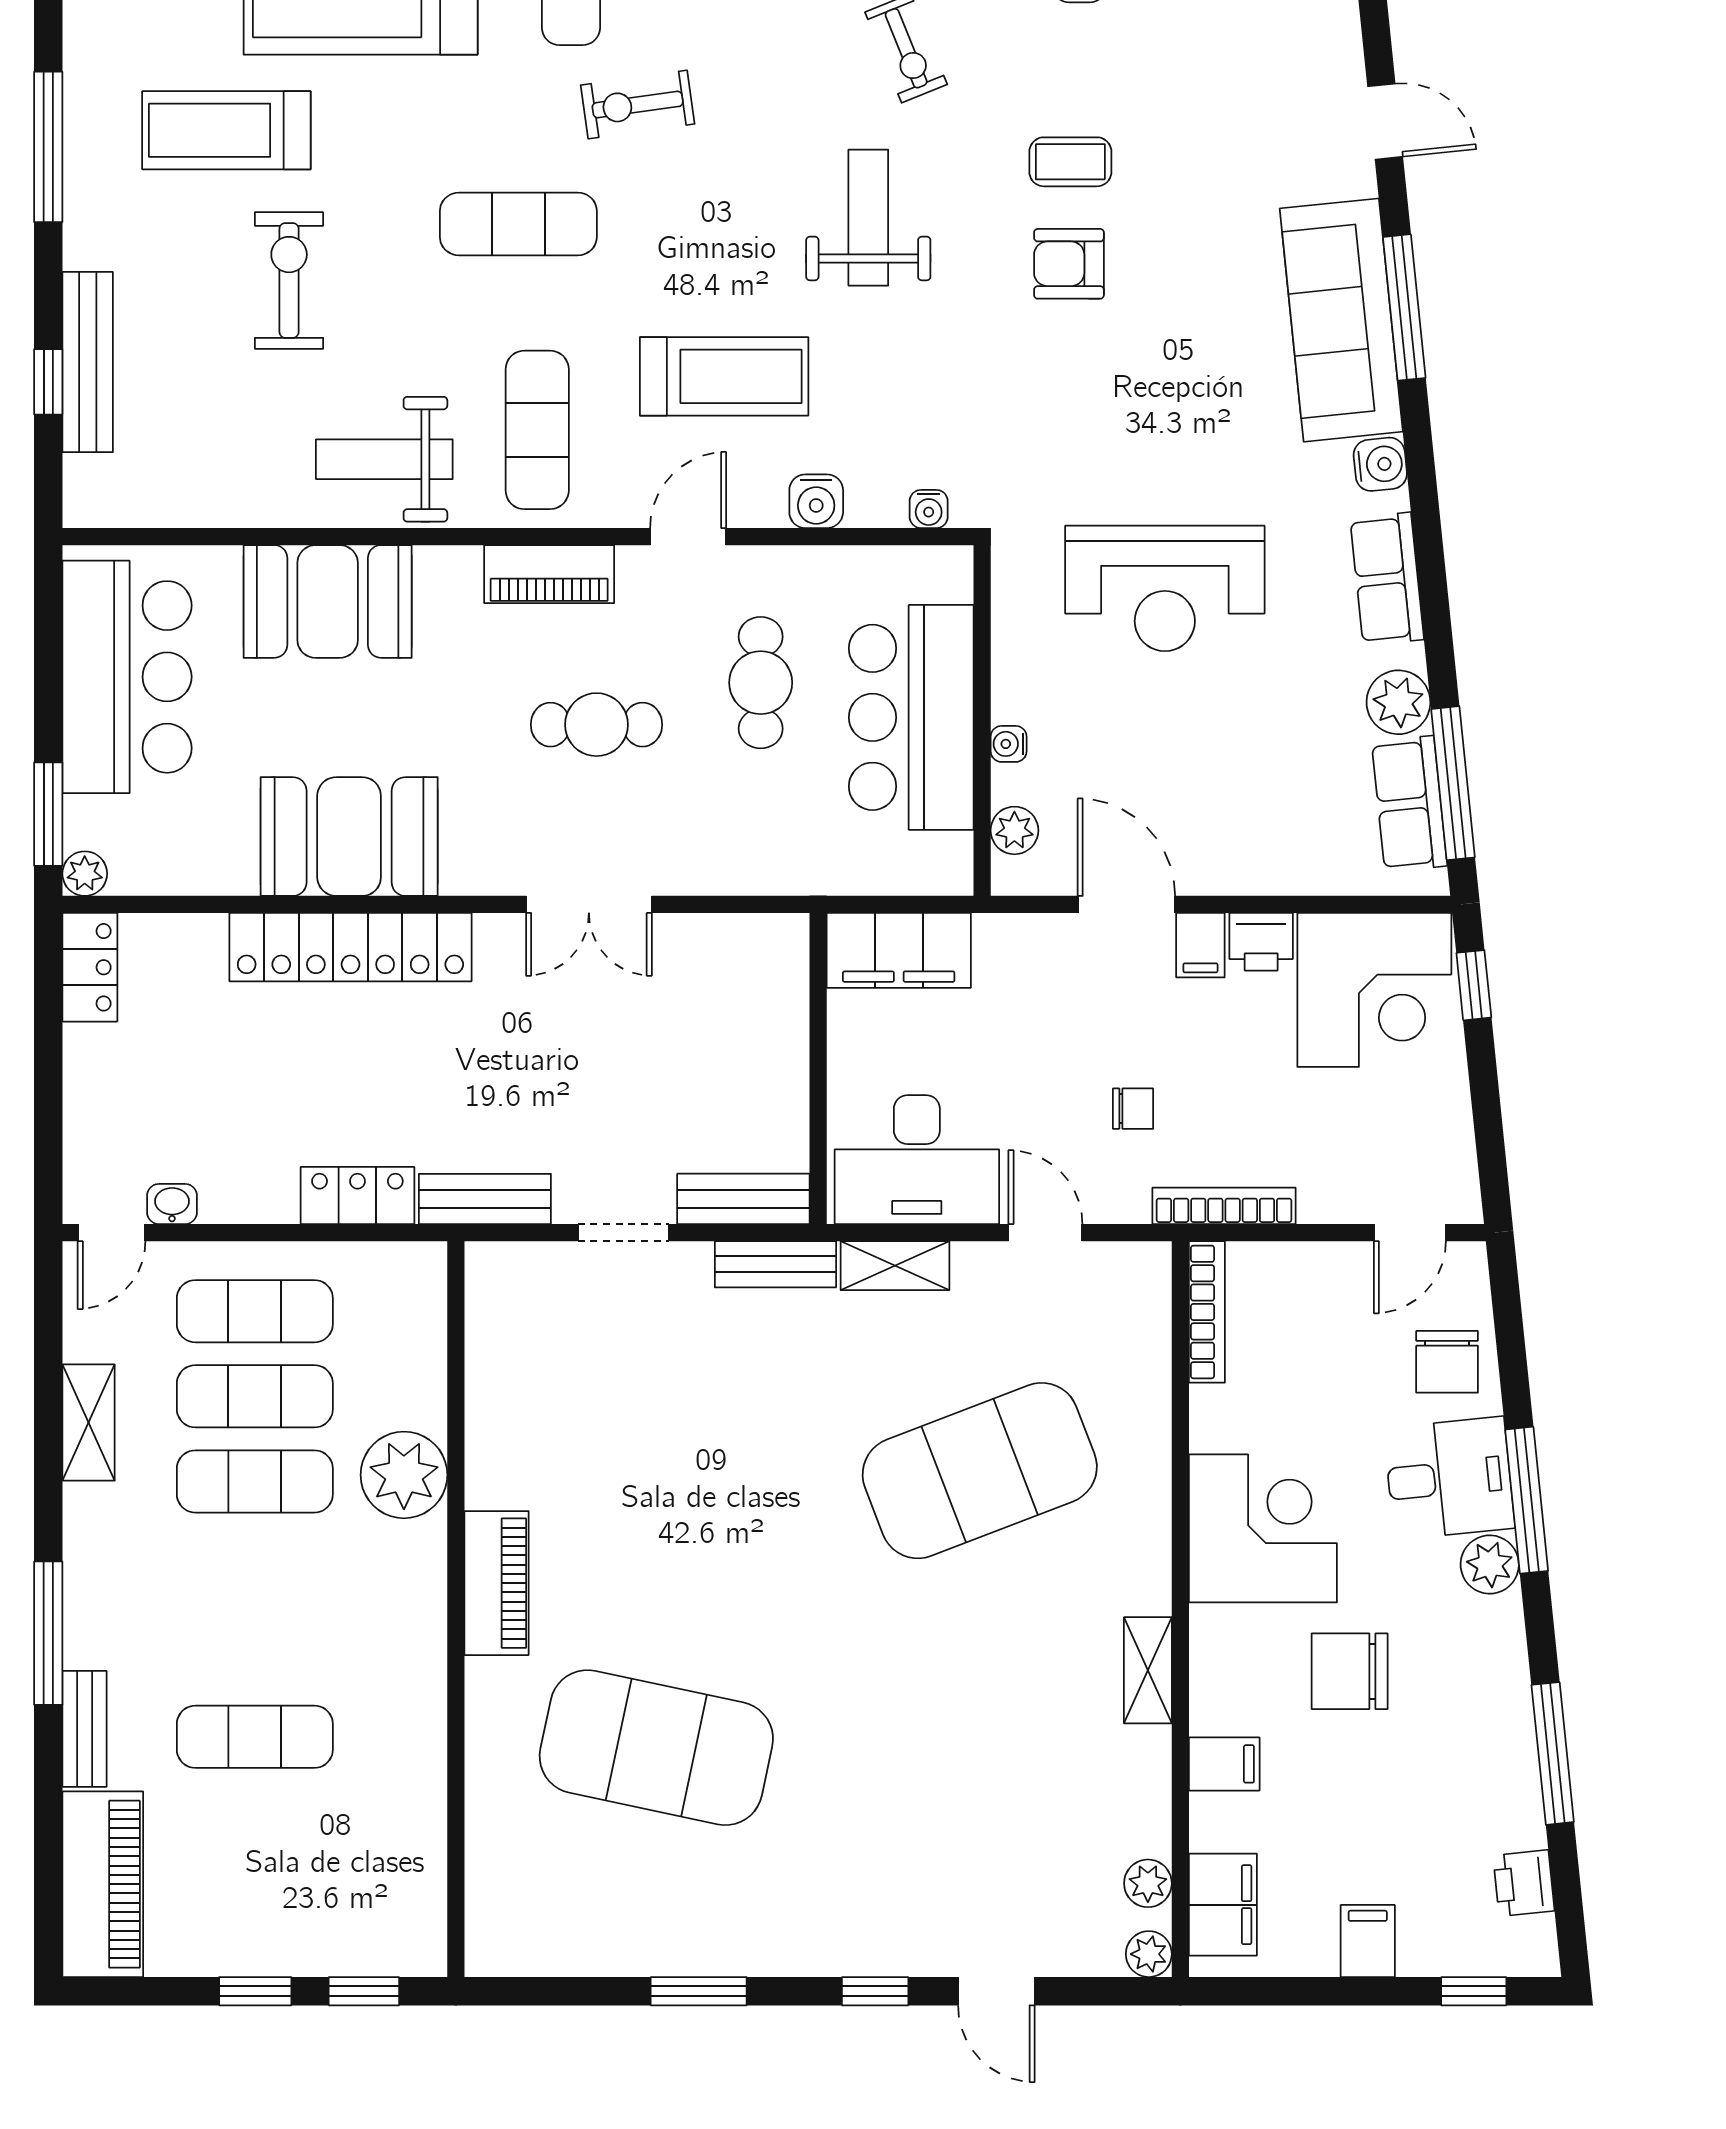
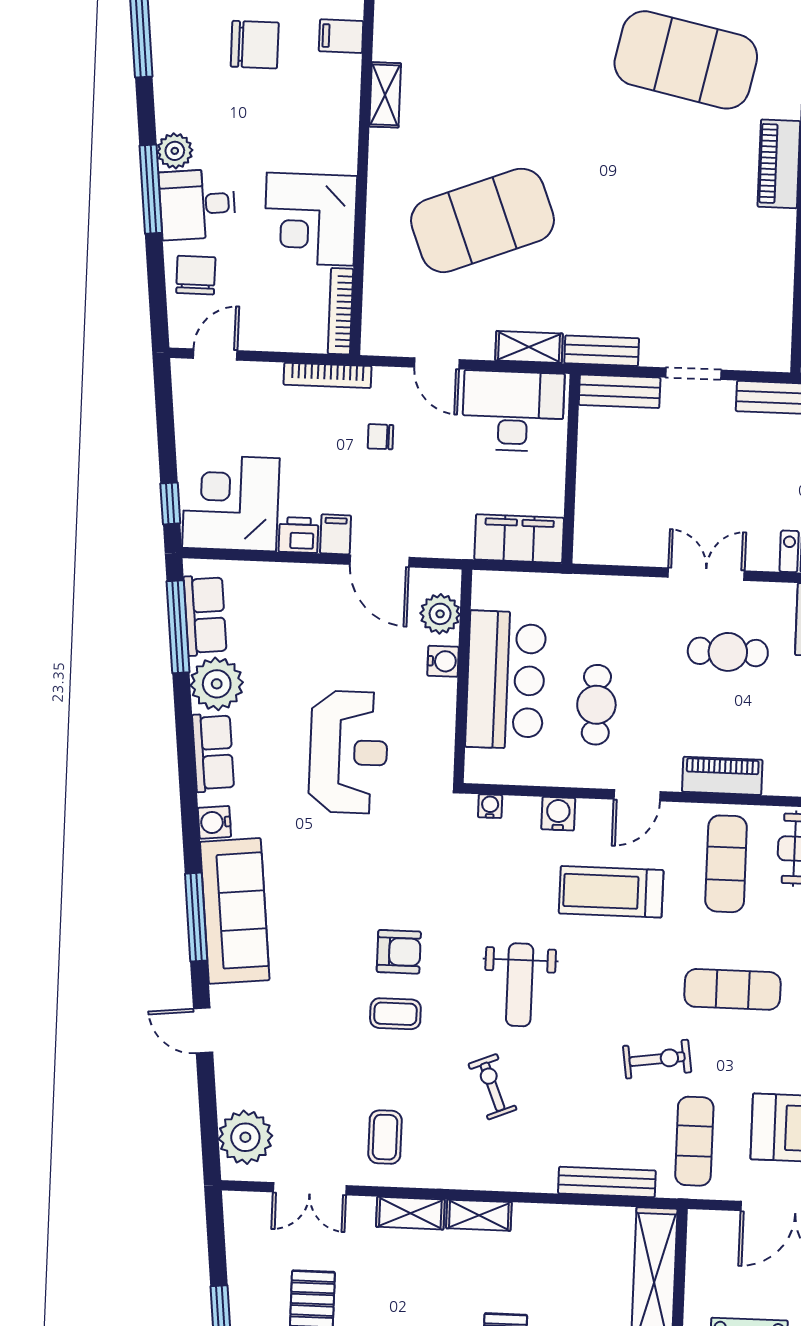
reception desk: (1165, 588) -> (348, 752), turned 90
plant: (1398, 702) -> (217, 684), width x1.36, depth x1.36
cafe table: (596, 725) -> (728, 652), moved
water cooler: (1009, 744) -> (443, 661), width x1.38, depth x1.38
plant: (1014, 830) -> (440, 614), width x1.38, depth x1.38
corner desk: (1263, 1528) -> (310, 219), moved
chair: (1350, 1671) -> (255, 45), moved

